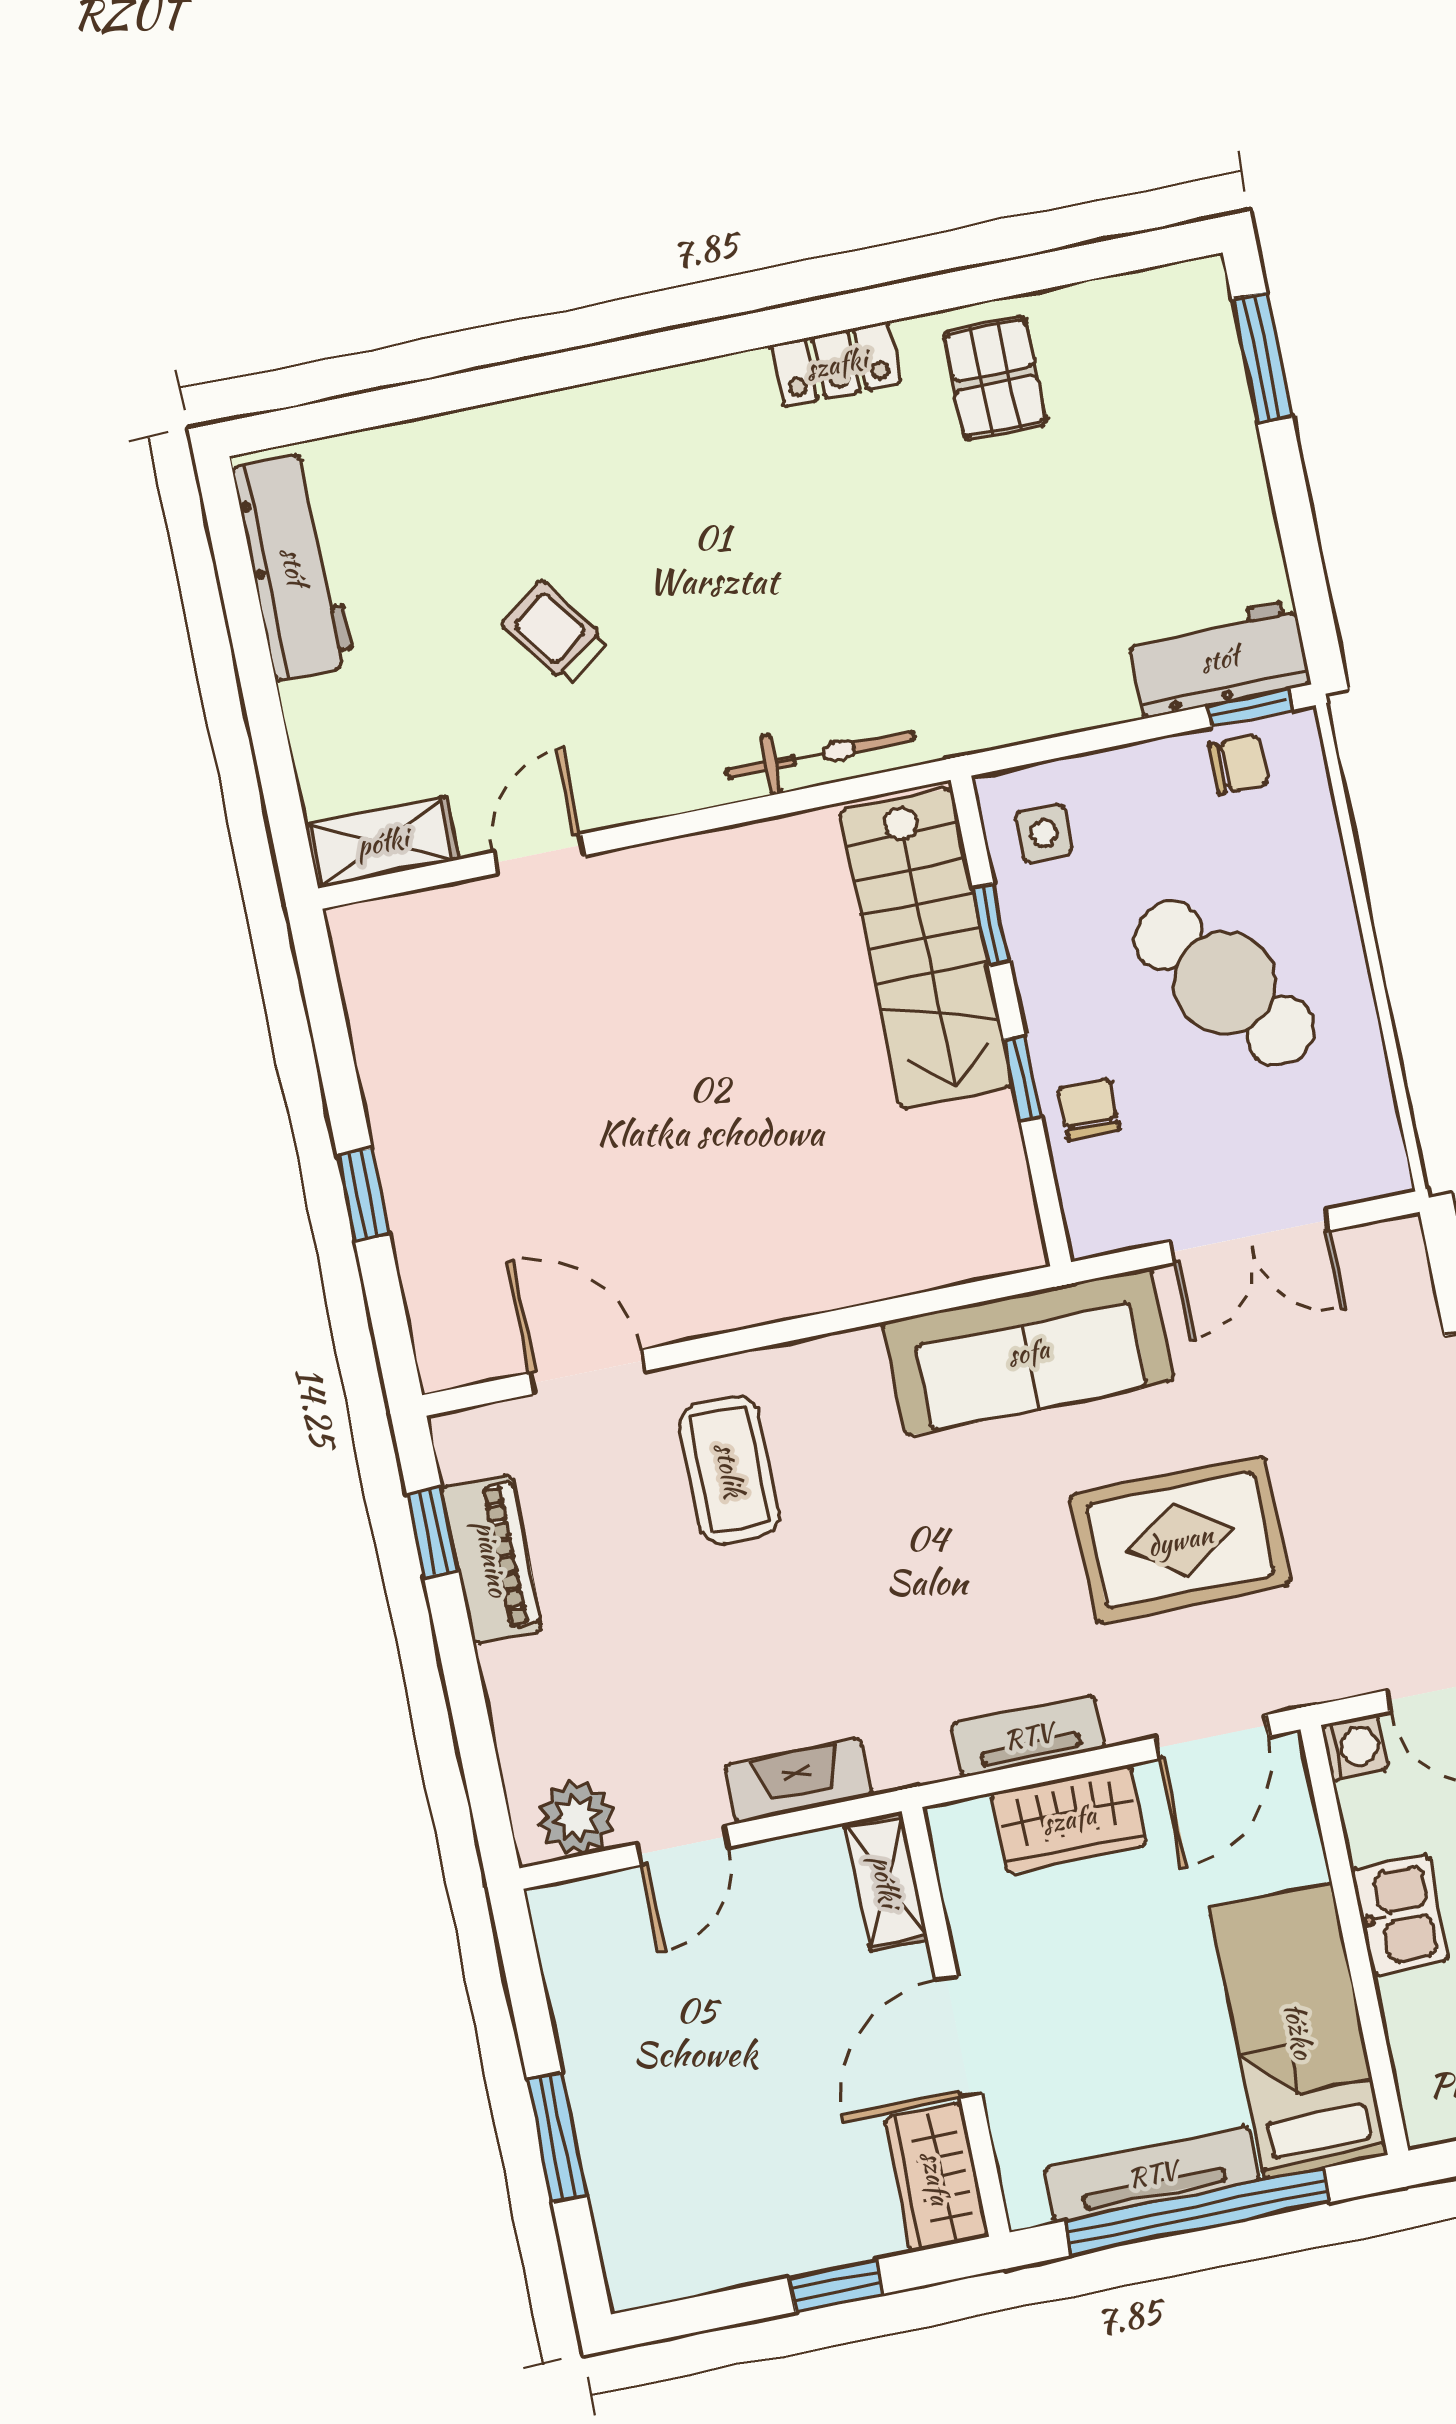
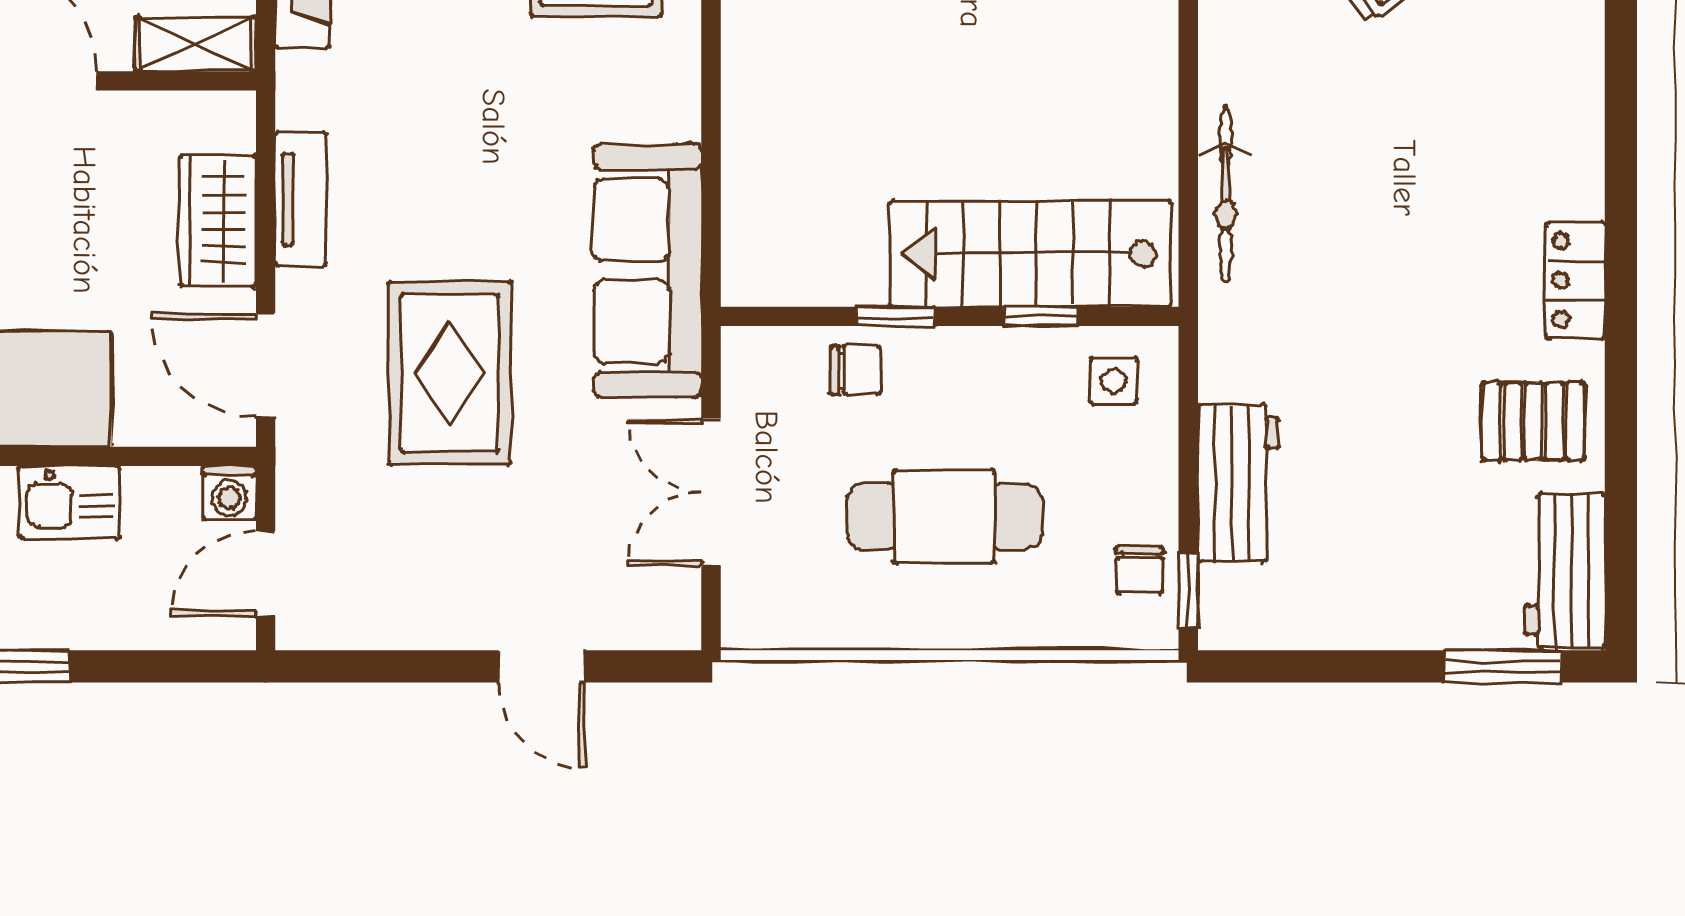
workbench: (1146, 312) -> (1565, 570), added
workbench: (1219, 659) -> (1238, 483), moved
cafe table: (1225, 983) -> (944, 517), turned 38

